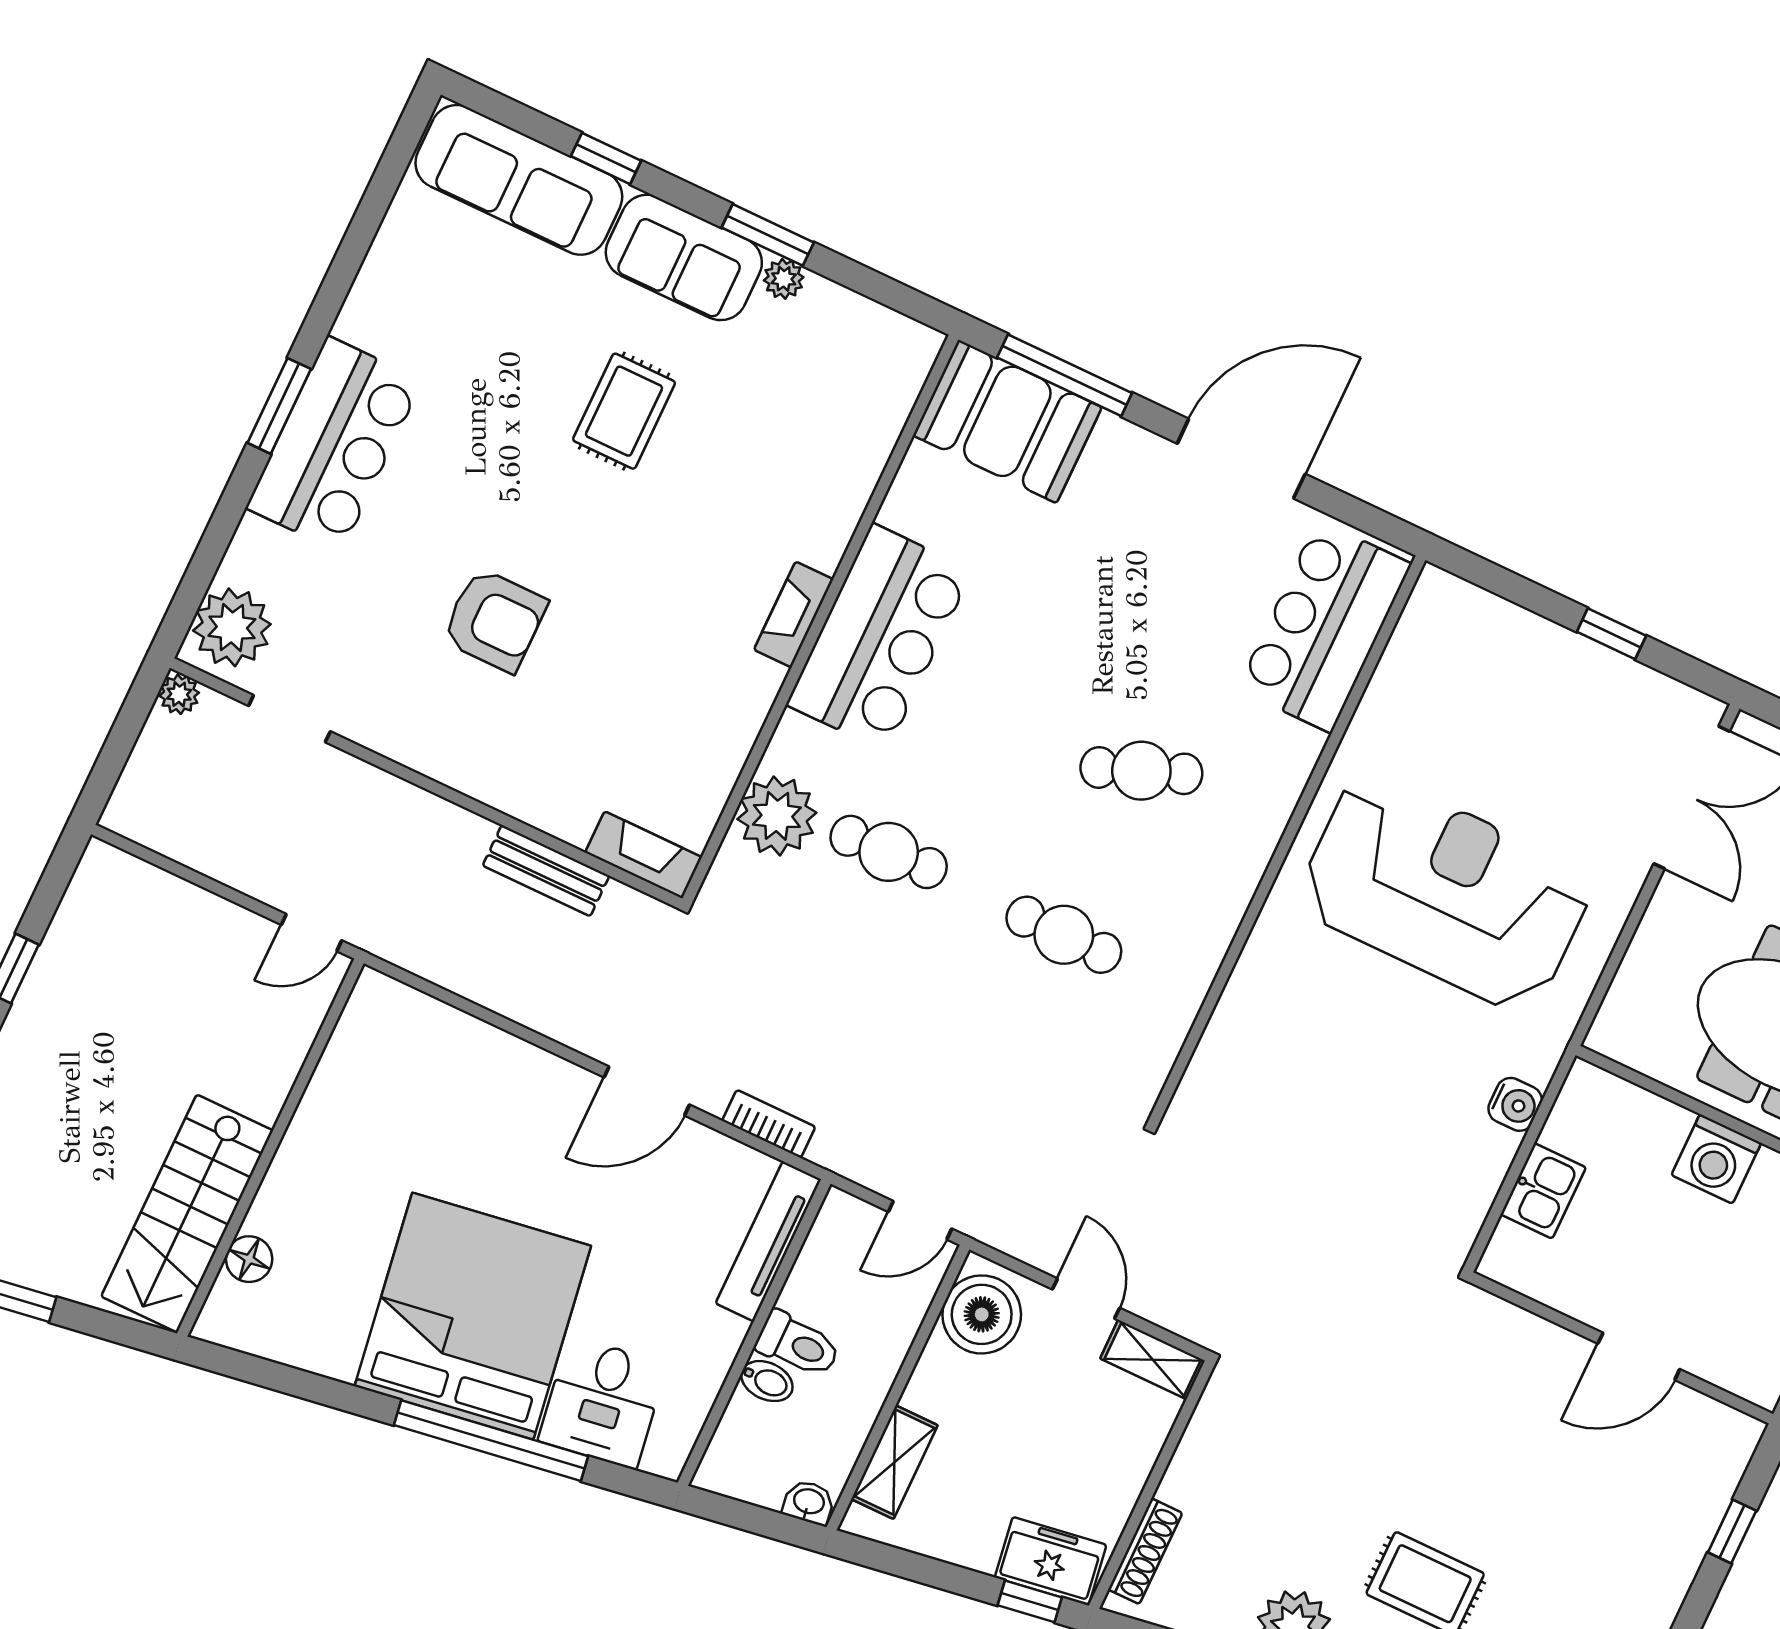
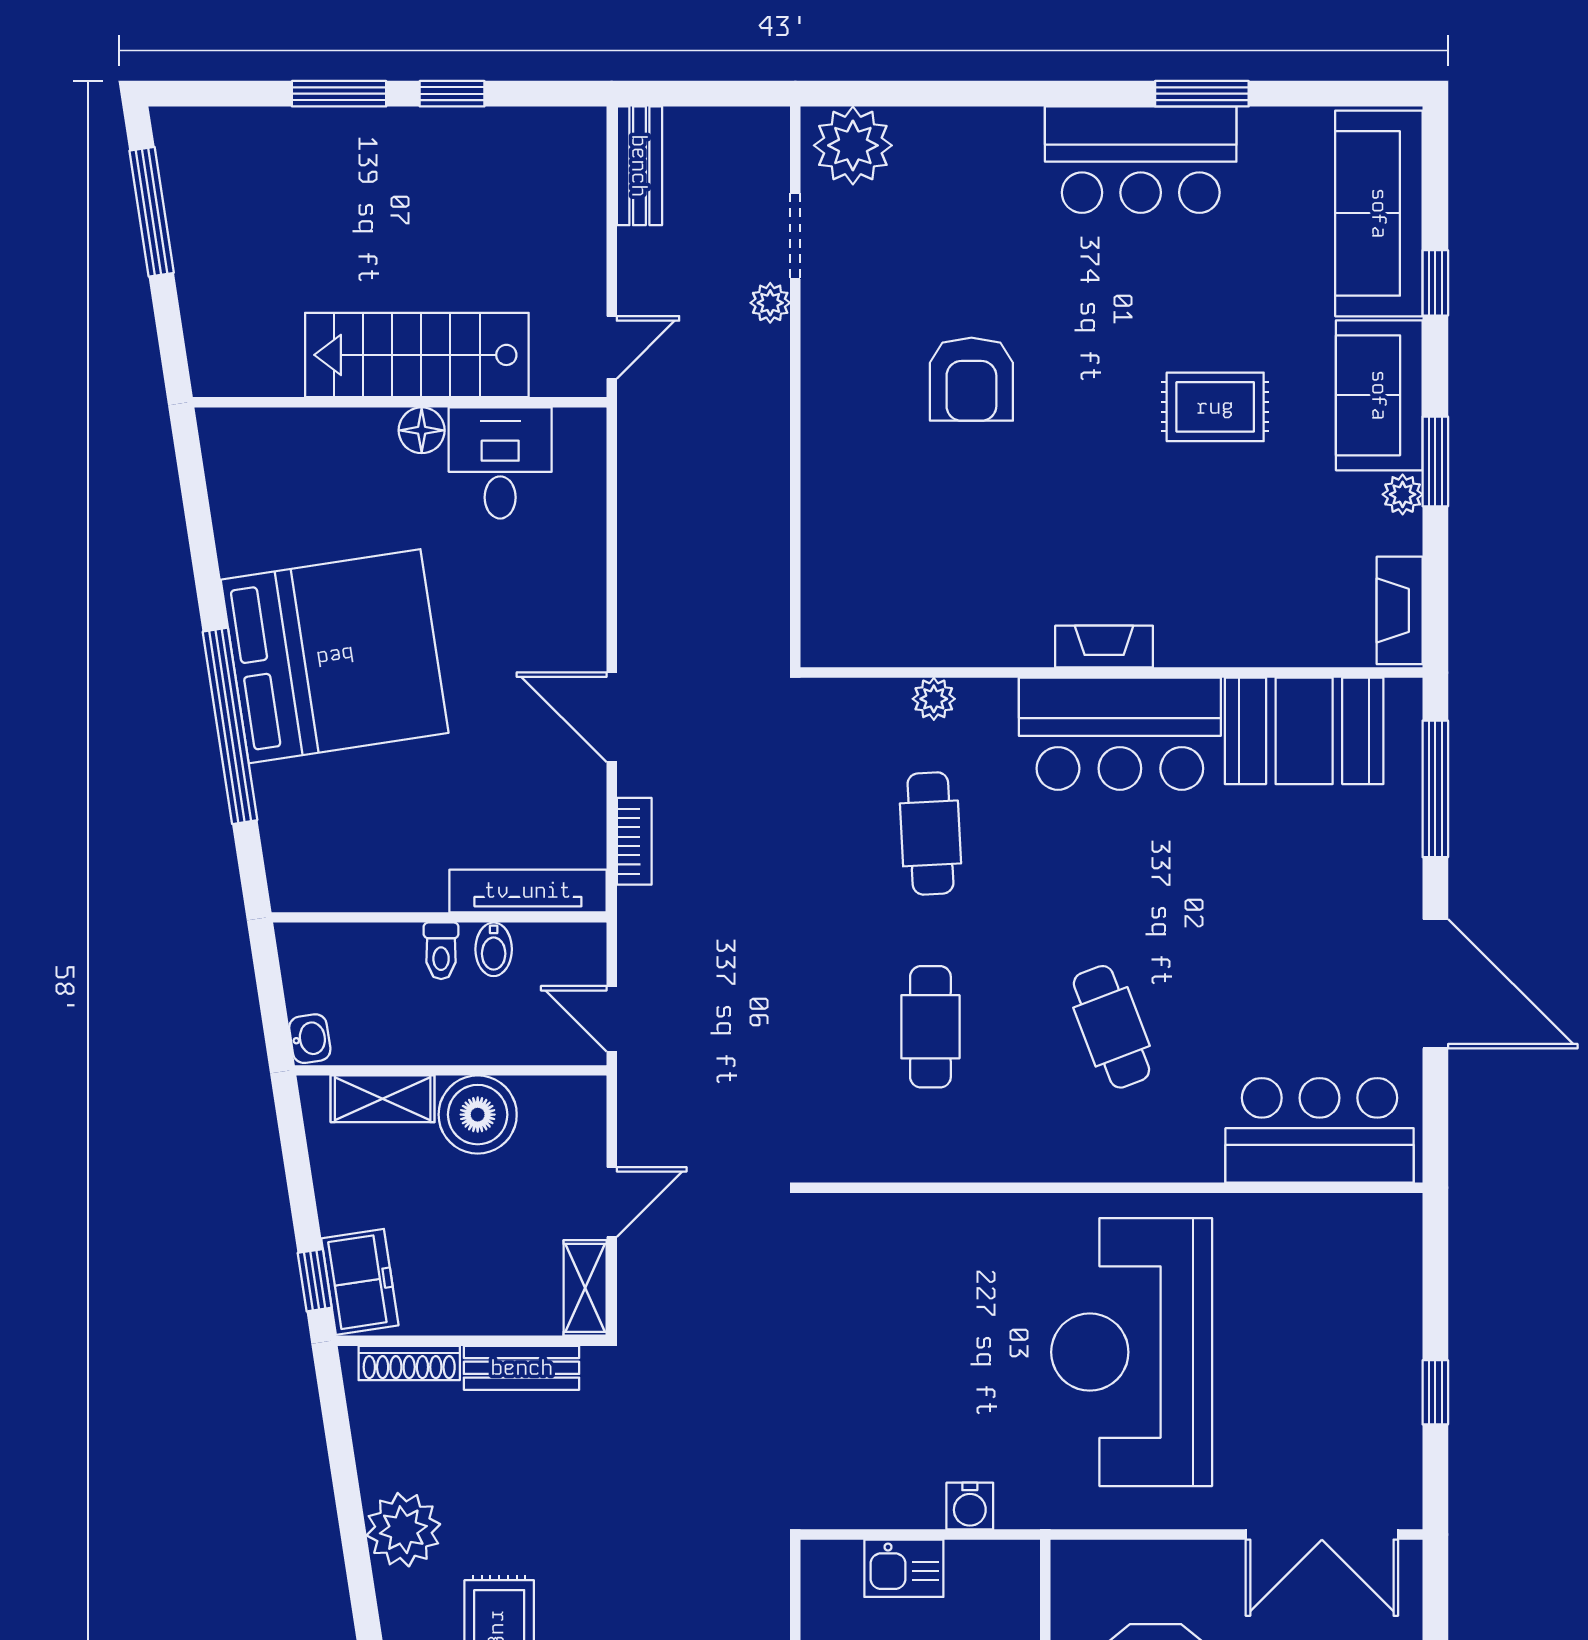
window: (279, 406) -> (1202, 94), moved
booth: (1007, 421) -> (1304, 731), moved, turned 90
bar counter: (334, 444) -> (1141, 160), moved
plant: (179, 694) -> (770, 303), moved
plant: (777, 816) -> (934, 699), width x0.53, depth x0.53
fireplace: (644, 855) -> (1400, 610), moved, turned 180
bench: (546, 871) -> (639, 166), moved
reception desk: (1445, 892) -> (1132, 1352), turned 180
door: (311, 933) -> (612, 347), swing flipped
stairs: (187, 1214) -> (417, 355), moved
floor lamp: (249, 1259) -> (422, 430), moved
boiler: (982, 1314) -> (478, 1115), moved
toilet: (798, 1345) -> (441, 951), width x0.73, depth x0.72
bidet: (767, 1381) -> (494, 949), moved
desk: (603, 1402) -> (500, 463), moved, turned 99
bench: (1198, 1451) -> (522, 1368), added

